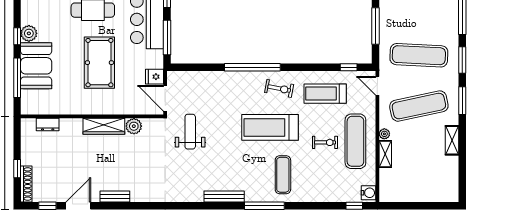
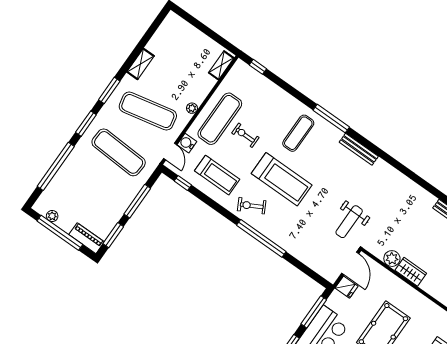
exercise bike: (279, 88) -> (252, 206), turned -39
wardrobe: (104, 126) -> (411, 272), width x0.67
shelving: (385, 154) -> (221, 65), moved
water cooler: (368, 193) -> (187, 143), moved

